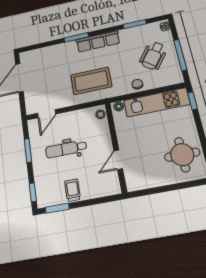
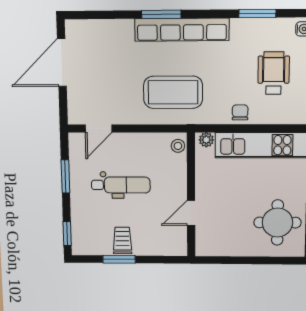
row of seats: (98, 41) -> (182, 30), width x1.36
wheelchair: (153, 56) -> (274, 73), turned 143
dental chair: (66, 149) -> (121, 185), turned 180
window: (57, 208) -> (119, 259), moved

